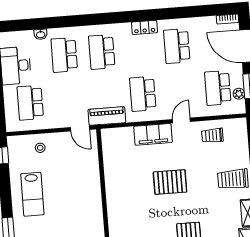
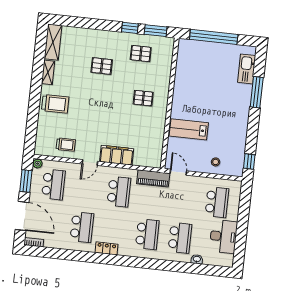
plant: (239, 94) -> (38, 164), moved
pallet: (170, 182) -> (143, 98), moved, width x0.67, depth x0.71
lab bench: (32, 194) -> (189, 129), moved, turned -90

